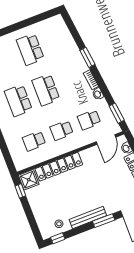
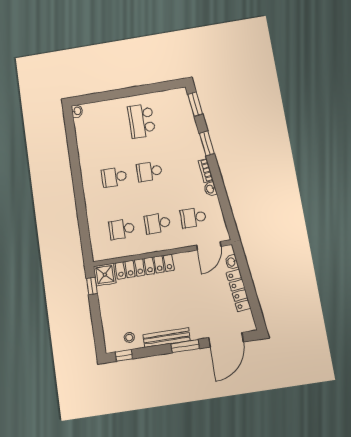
school desk: (46, 90) -> (149, 171), width x0.54
school desk: (18, 100) -> (114, 177), width x0.54
window: (117, 113) -> (195, 104), moved

